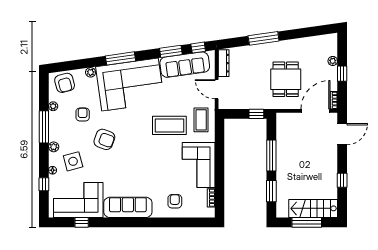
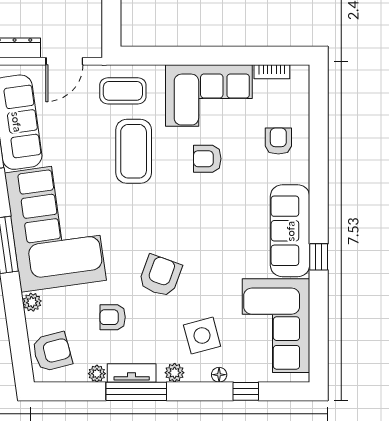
tv unit: (53, 124) -> (132, 373), added
armchair: (166, 164) -> (207, 159), added
armchair: (175, 201) -> (278, 141), turned 90
window: (82, 222) -> (319, 257), moved

